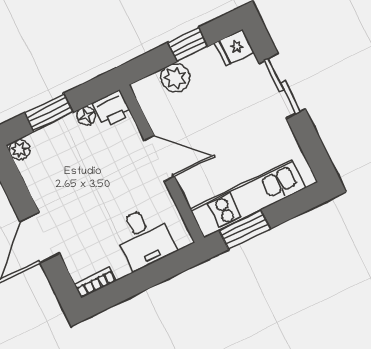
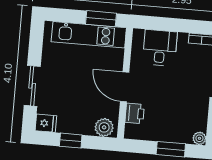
plant: (175, 78) -> (104, 127), moved
printer: (112, 108) -> (135, 113), moved, turned 90
floor lamp: (86, 116) -> (151, 135), removed

